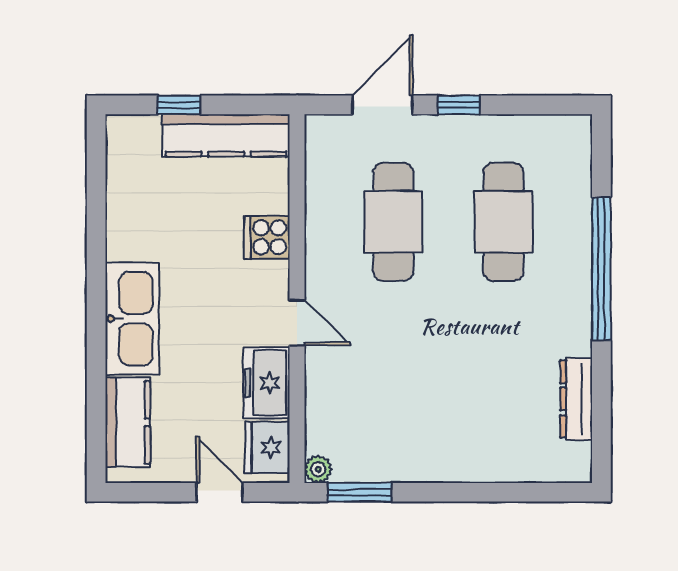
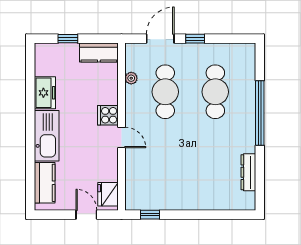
kitchen counter: (226, 135) -> (99, 52), width x0.67
cooker: (267, 237) -> (108, 115), moved
freezer: (267, 383) -> (45, 93), moved, turned 180
plant: (318, 469) -> (131, 78), moved
window: (360, 492) -> (150, 215), width x0.67

